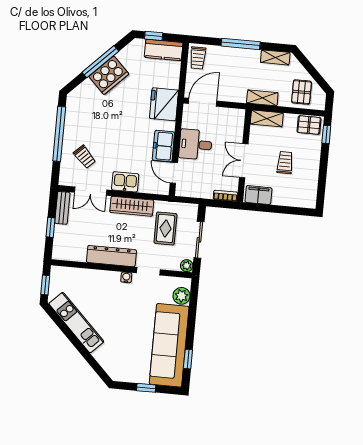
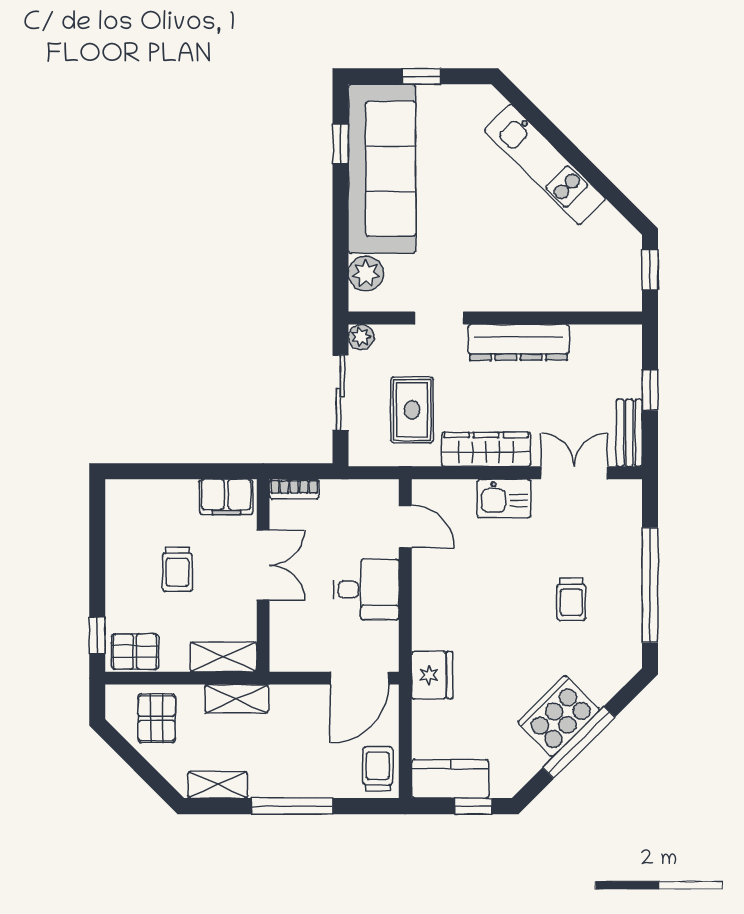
fridge: (164, 104) -> (432, 675), width x0.73, depth x0.75
freezer: (163, 146) -> (432, 580), removed
trolley: (85, 157) -> (571, 599), moved, turned -136
water cooler: (126, 277) -> (484, 301), removed
kitchen unit: (76, 323) -> (545, 165), moved

